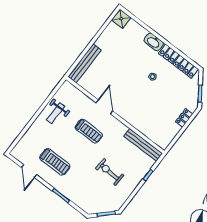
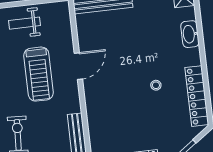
washbasin: (154, 42) -> (190, 34), moved
treadmill: (89, 131) -> (39, 74), width x1.37, depth x1.38

